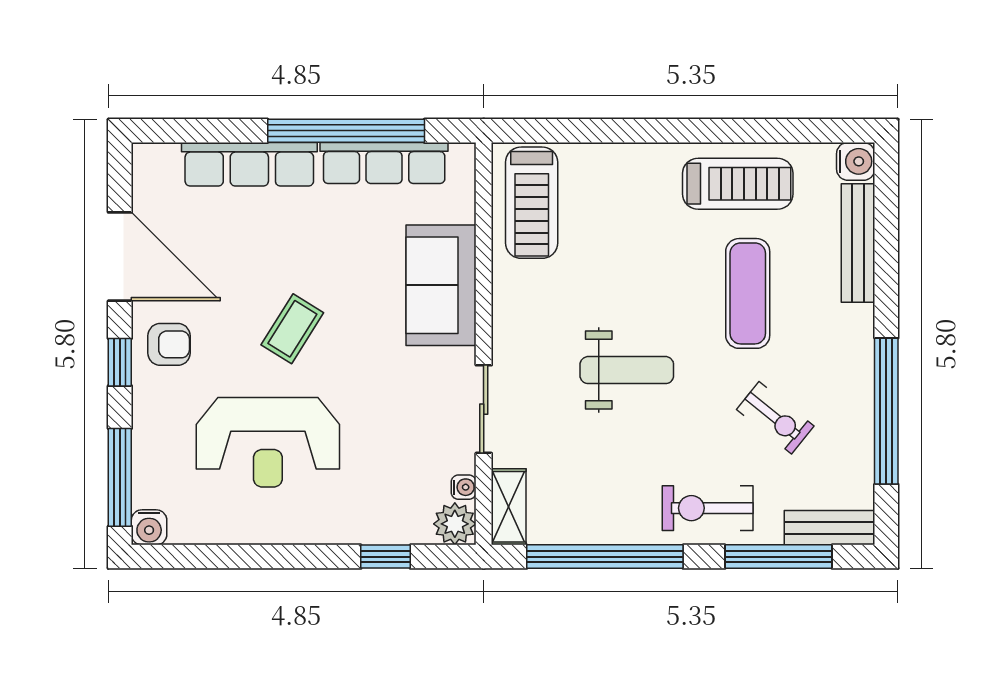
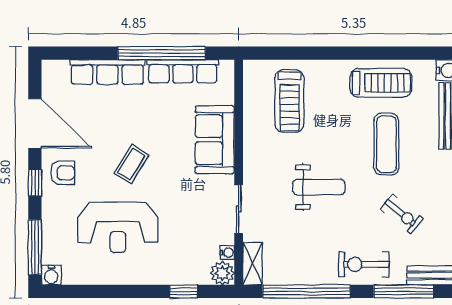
treadmill: (532, 203) -> (289, 101), moved

